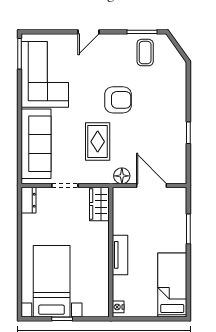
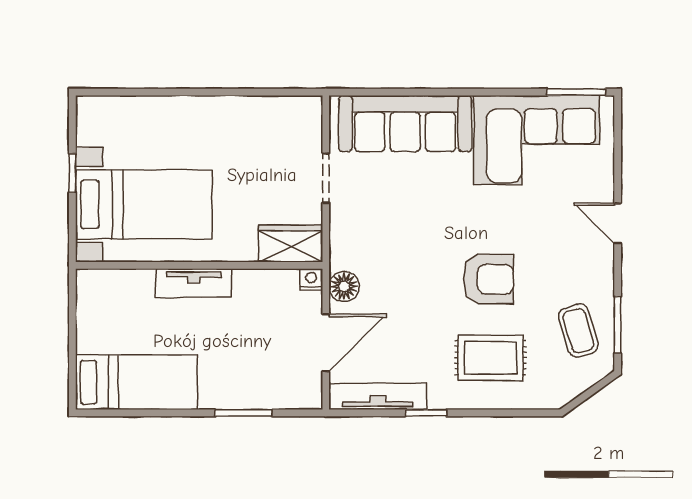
coffee table: (145, 53) -> (578, 331), turned 73
armchair: (118, 100) -> (488, 279), turned -90
rug: (98, 142) -> (491, 358), moved
tv unit: (180, 158) -> (378, 396), added
dresser: (29, 200) -> (298, 109), removed
bed with nightstands: (52, 281) -> (144, 204), moved
nightstand: (118, 307) -> (311, 279), moved

